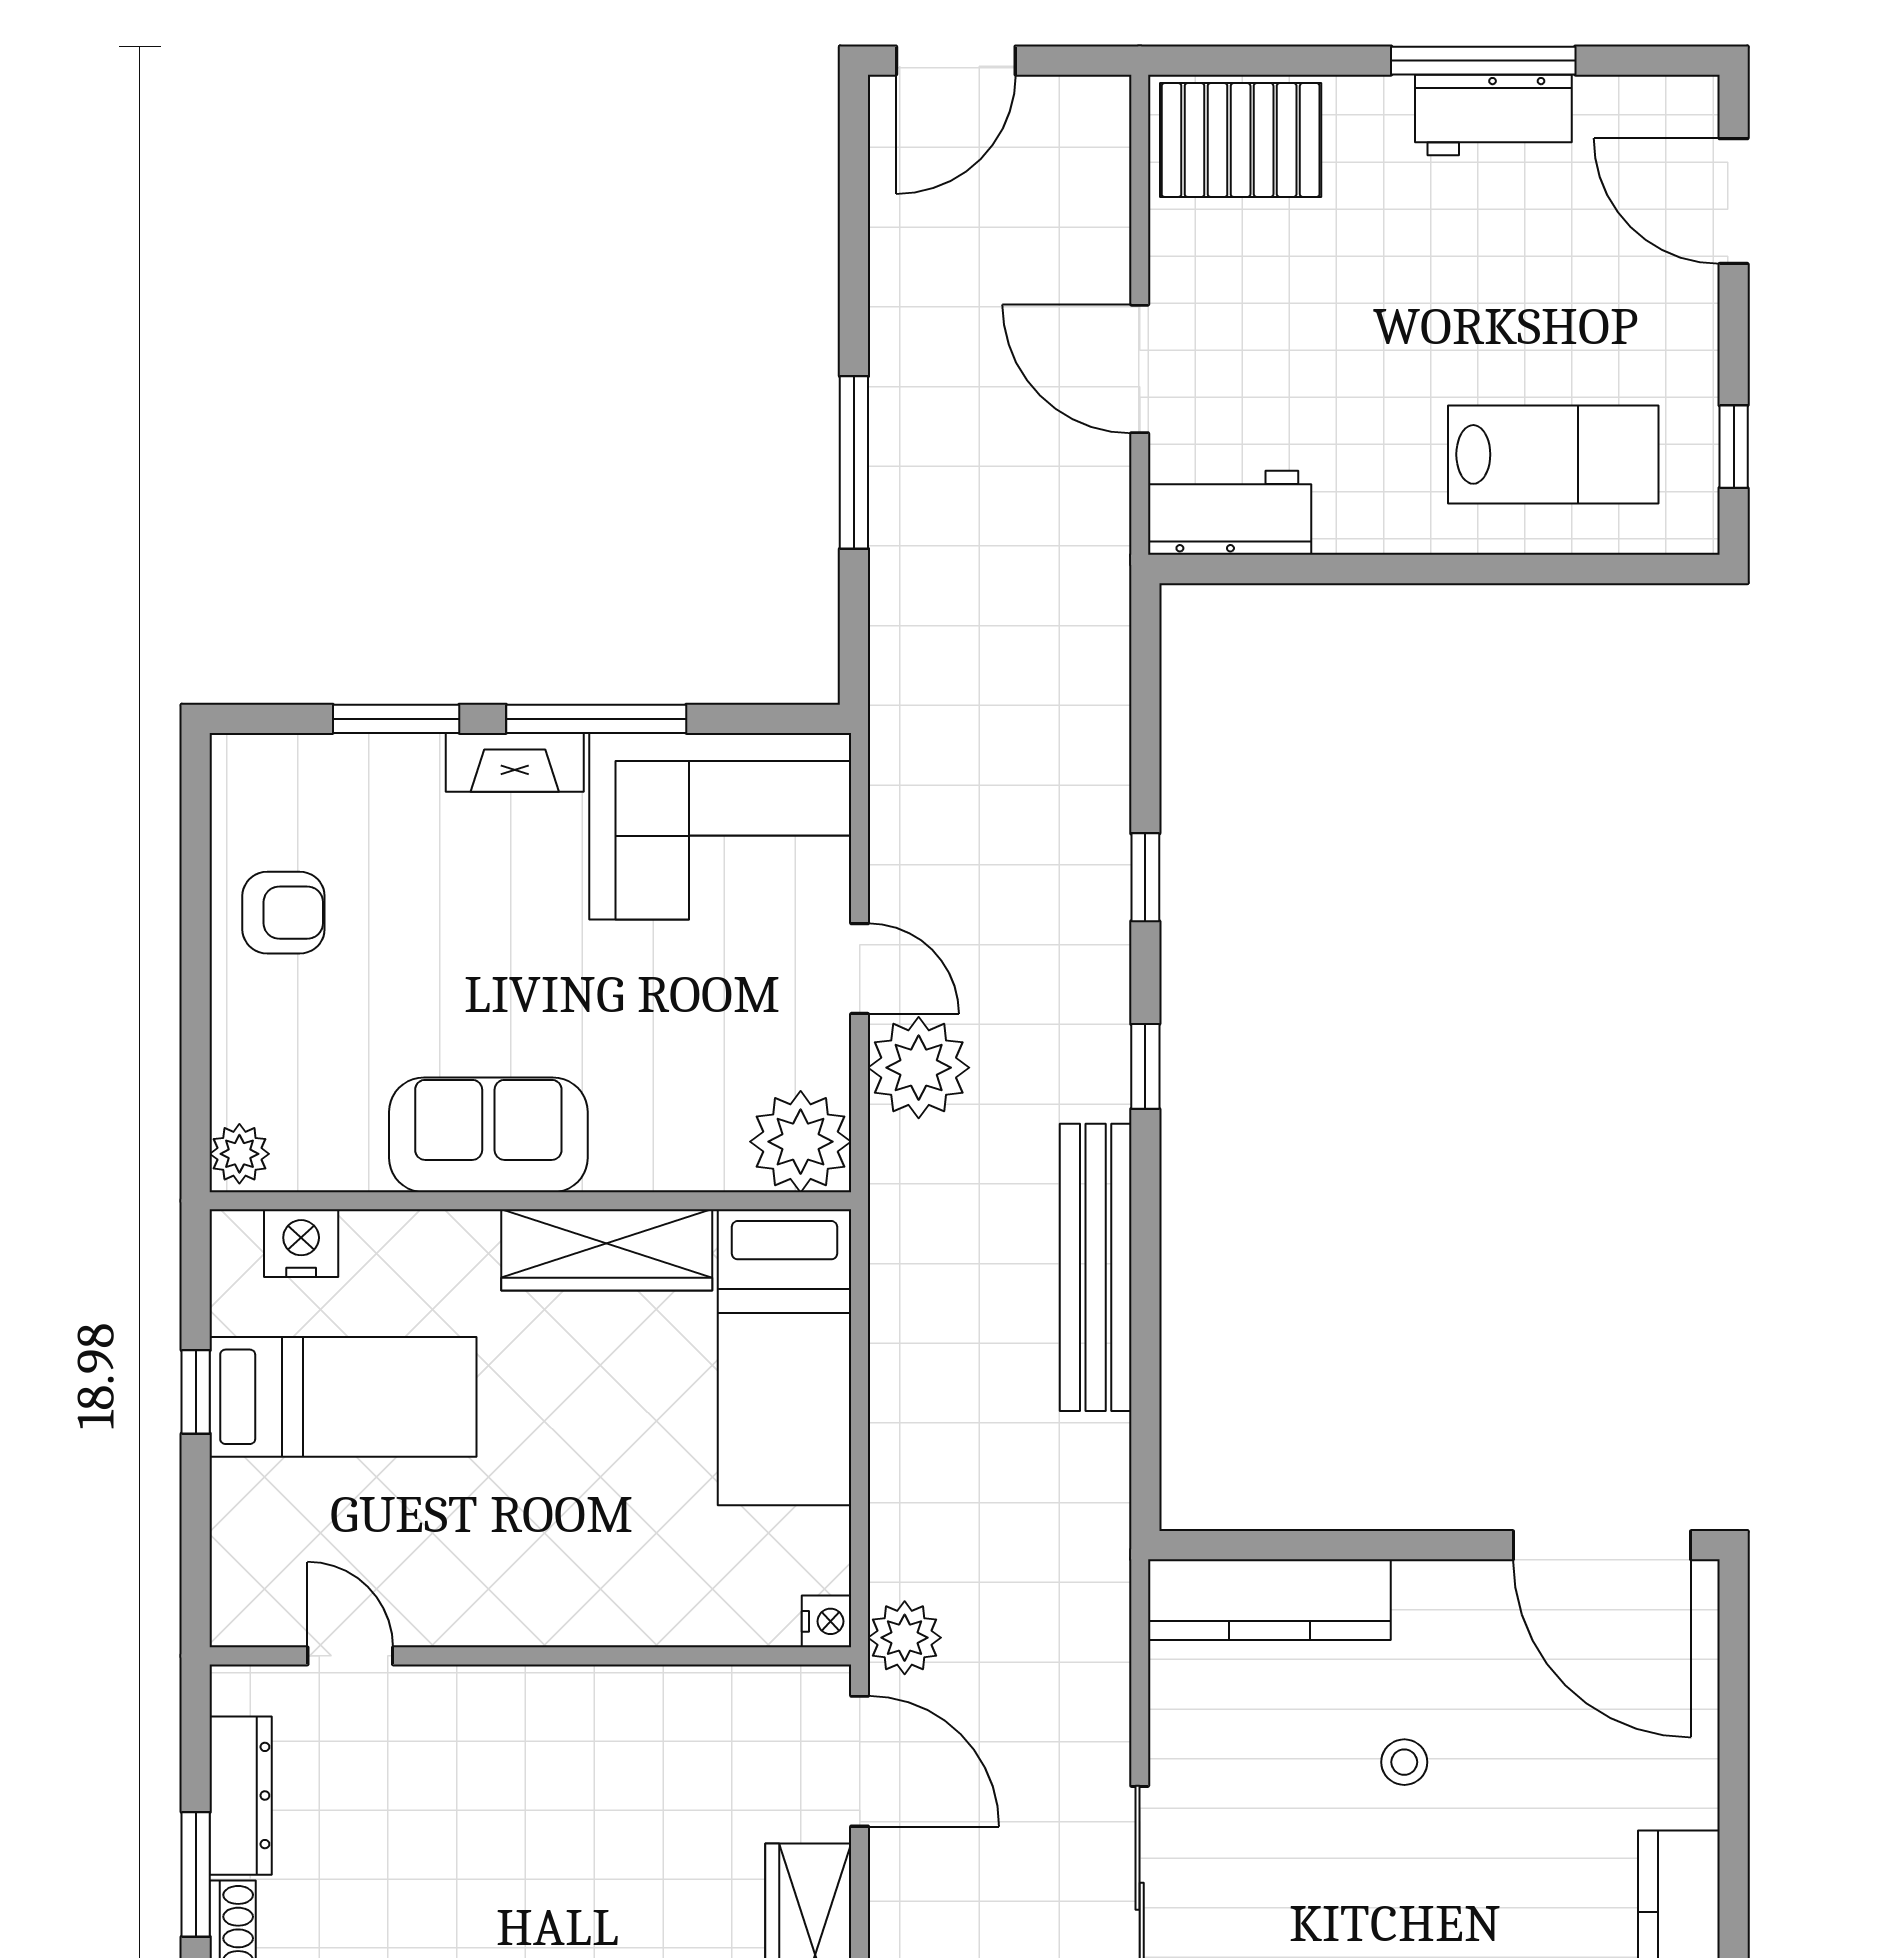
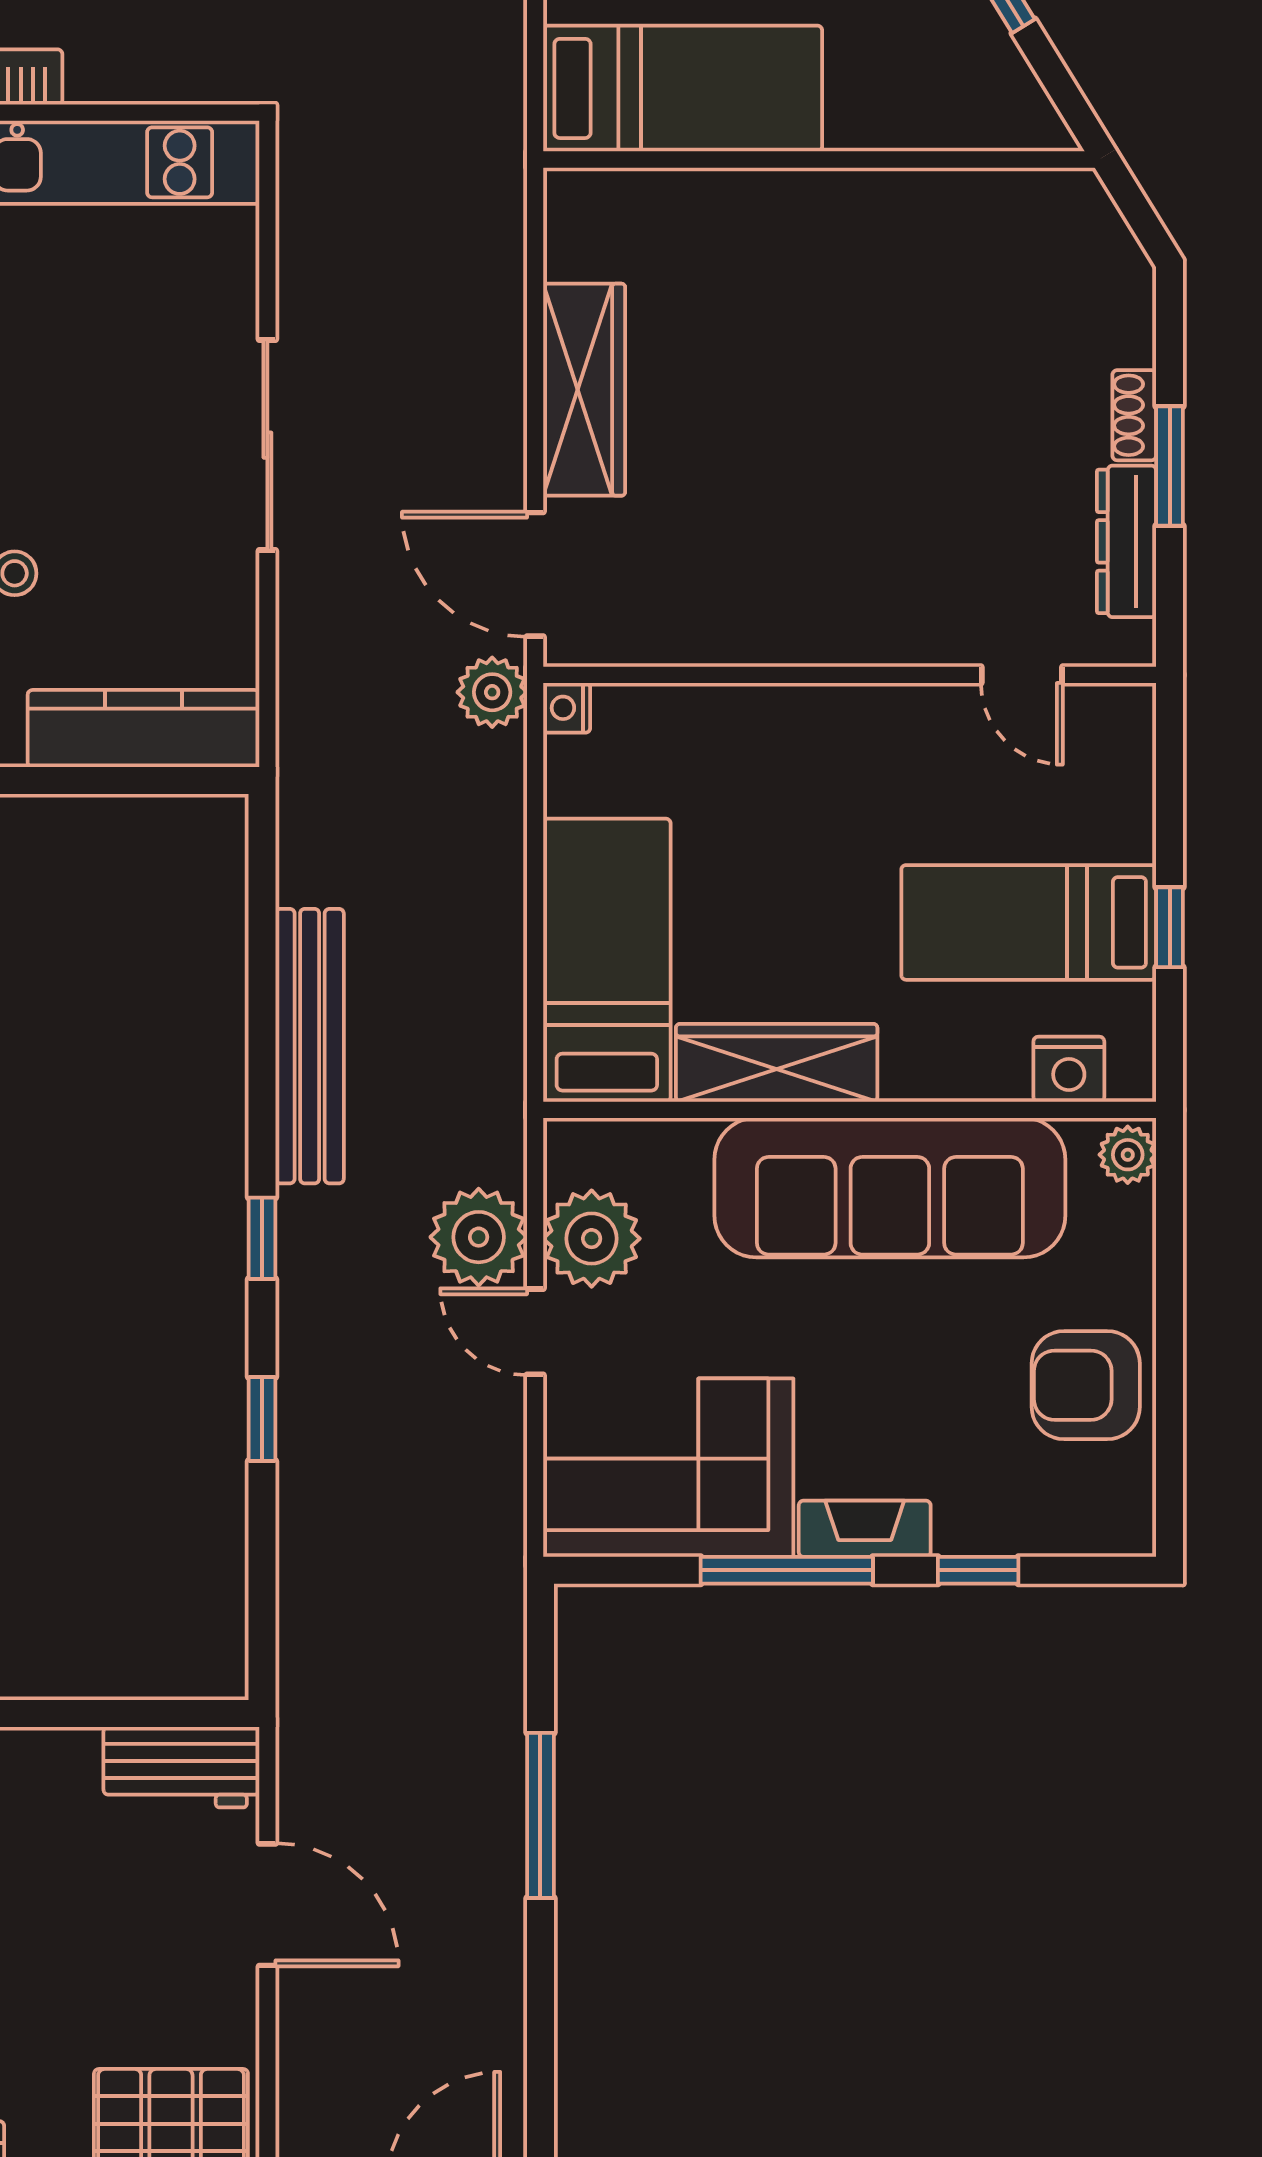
window: (396, 719) -> (978, 1570), width x0.67
armchair: (283, 913) -> (1086, 1385), width x1.38, depth x1.38
sofa: (488, 1135) -> (890, 1188), width x1.85, depth x1.27
plant: (801, 1142) -> (592, 1239), moved

